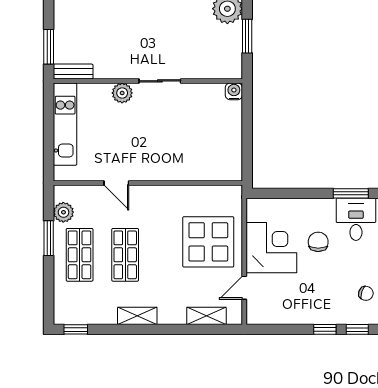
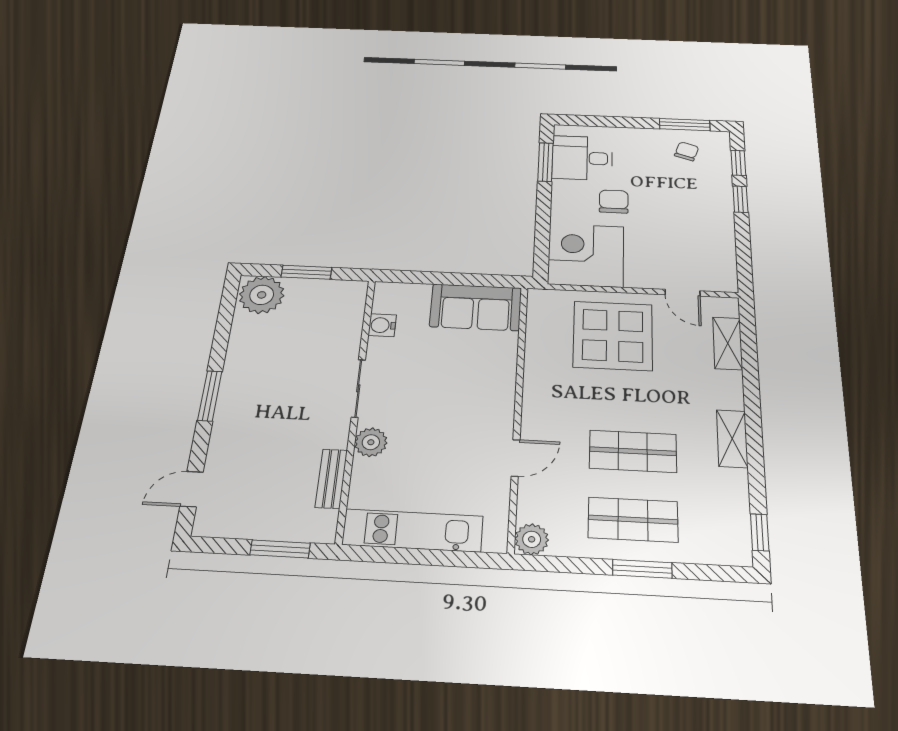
bench: (73, 72) -> (331, 479), moved
water cooler: (234, 91) -> (382, 325), moved
sofa: (225, 152) -> (476, 307), added
plant: (63, 212) -> (532, 539), moved
window: (49, 238) -> (642, 569), moved
chair: (318, 242) -> (614, 201), turned 90
corner desk: (271, 248) -> (586, 255), moved

